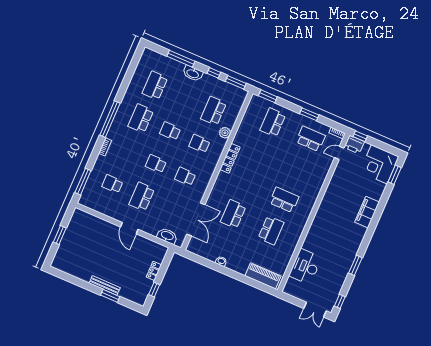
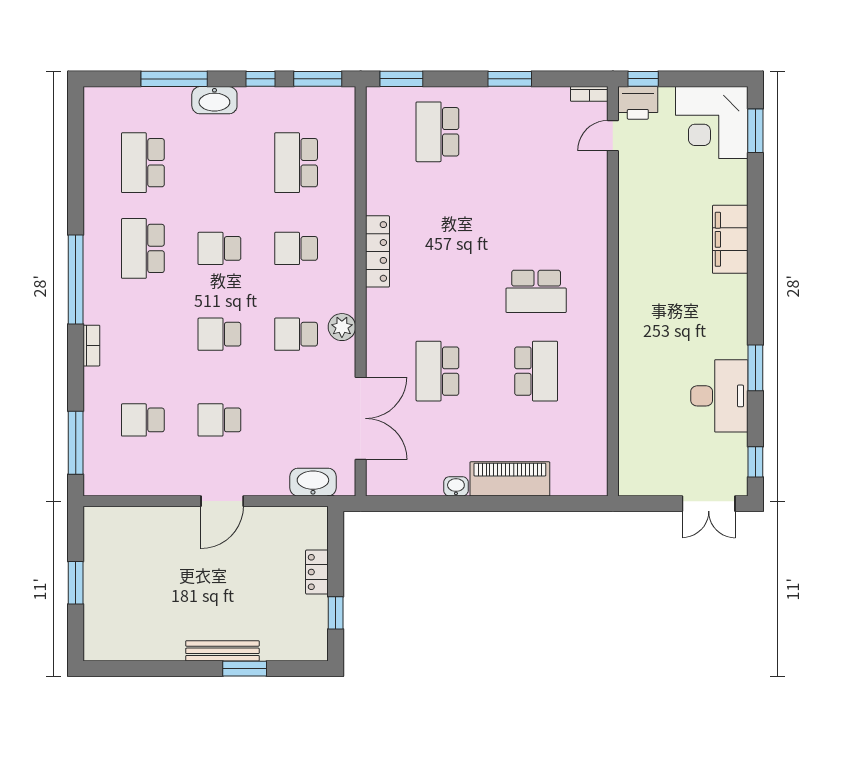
plant: (225, 133) -> (342, 327), moved
school desk: (311, 139) -> (536, 132), removed
school desk: (142, 197) -> (219, 420), width x0.54
school desk: (284, 200) -> (536, 291), turned 180
door: (129, 228) -> (222, 501), hinge flipped
desk: (305, 267) -> (719, 396), moved, turned 180
piano: (263, 276) -> (510, 479), moved

